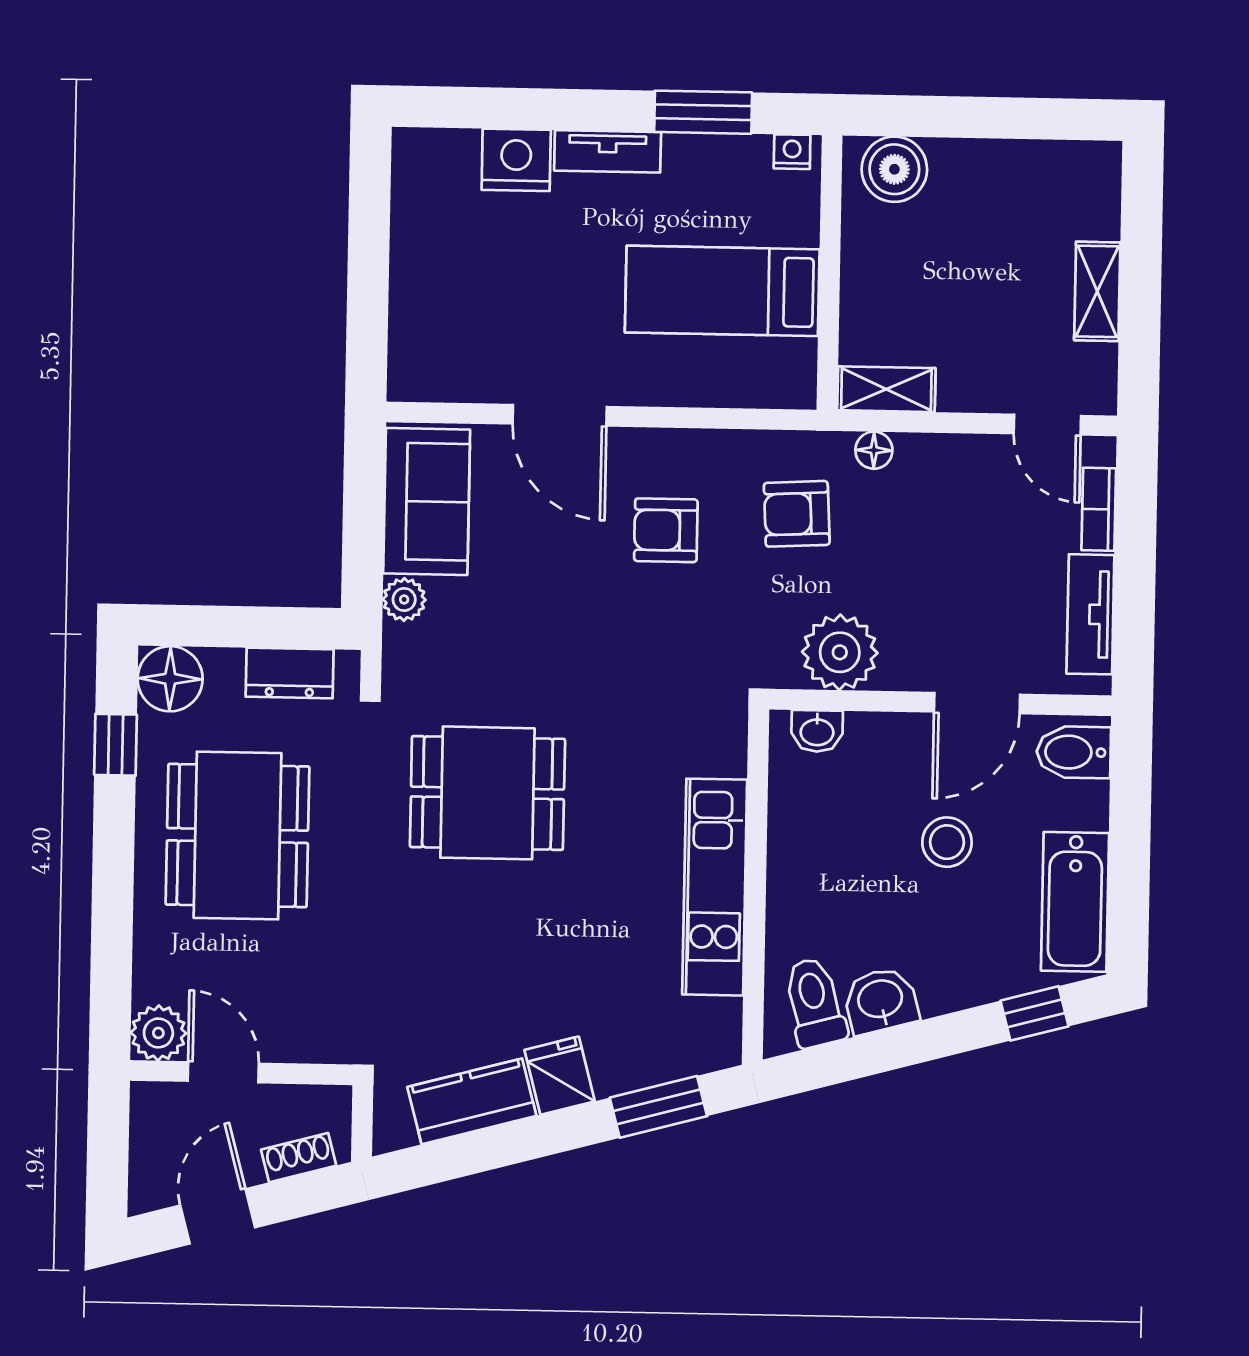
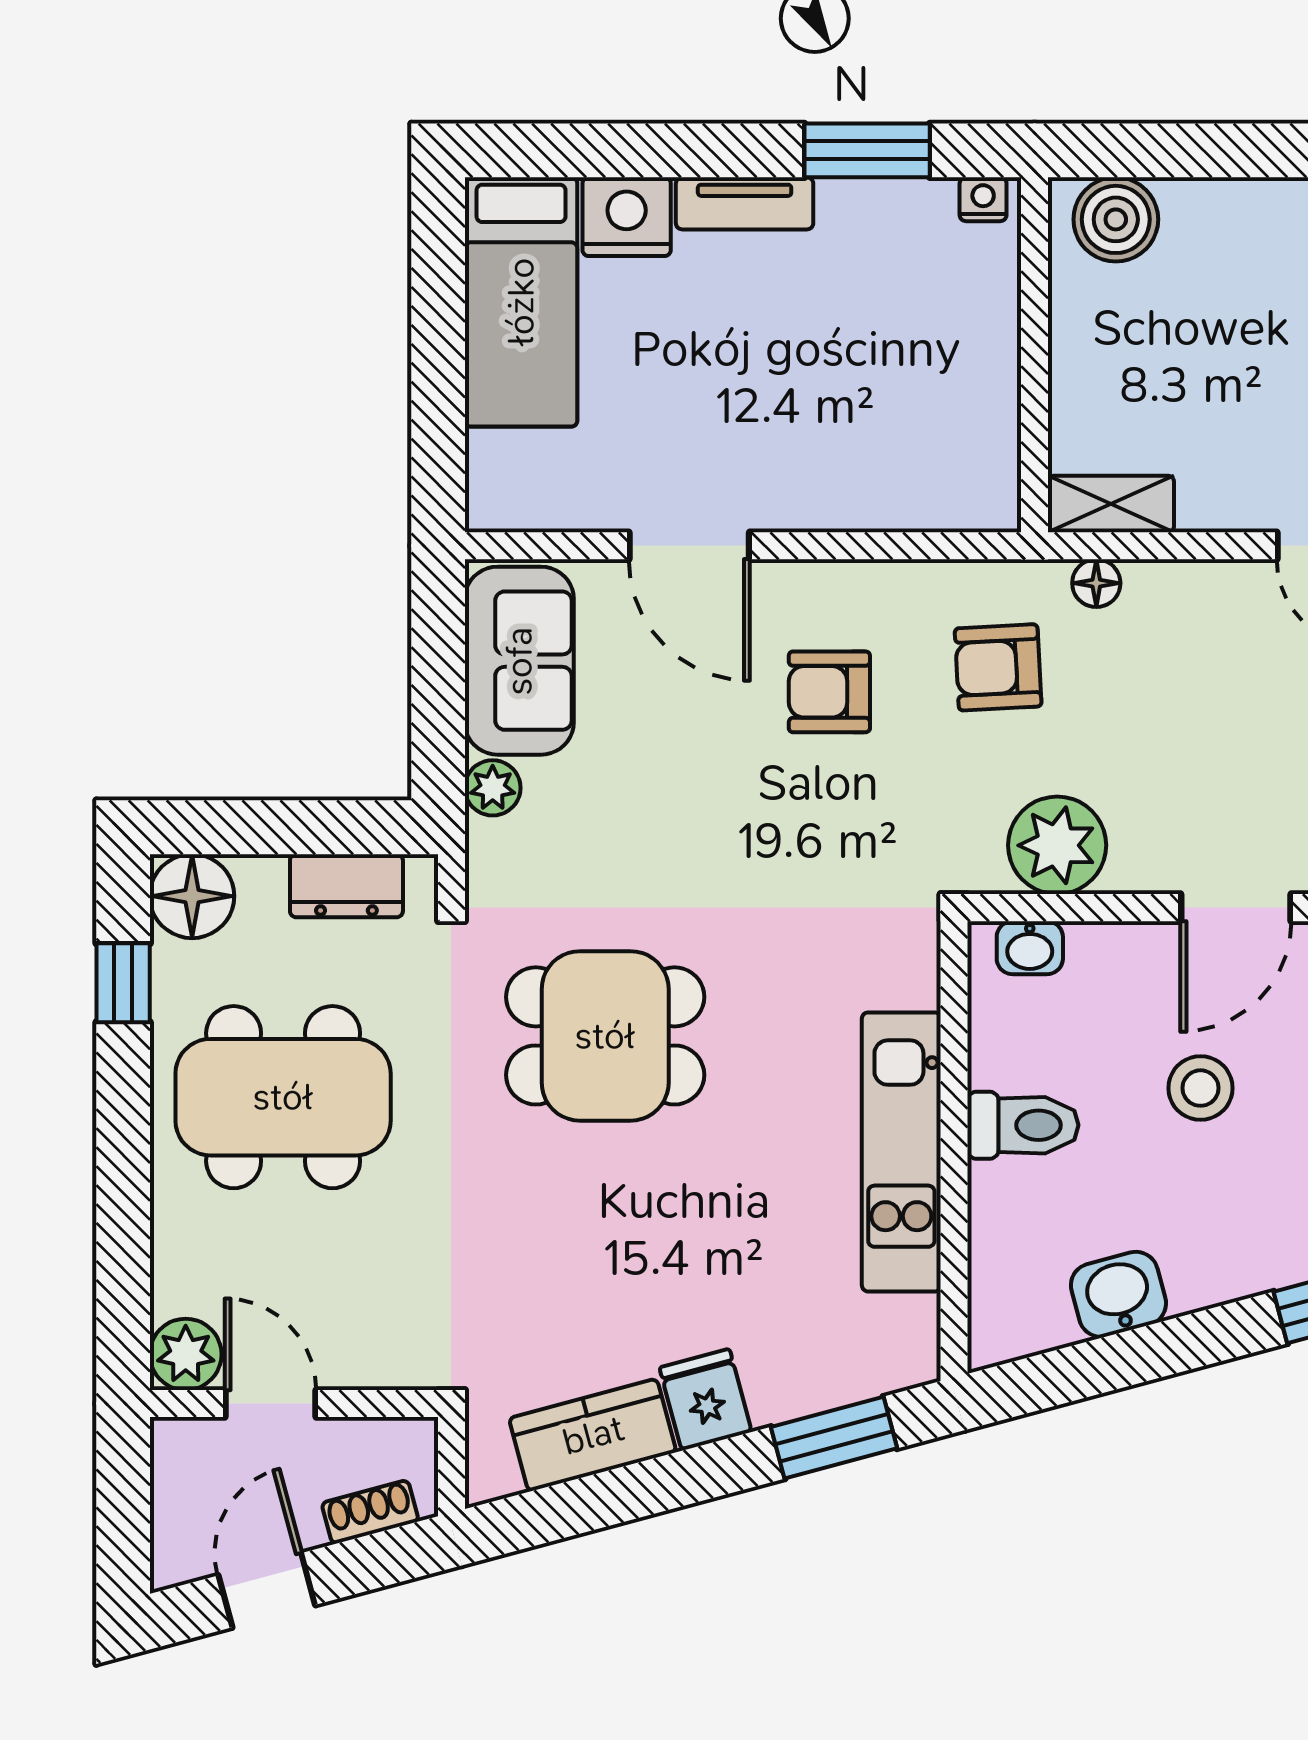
bed: (722, 291) -> (521, 302), moved, turned -90
dining table: (237, 836) -> (283, 1097), turned 90
toilet: (815, 1002) -> (1023, 1125), moved, turned 105

